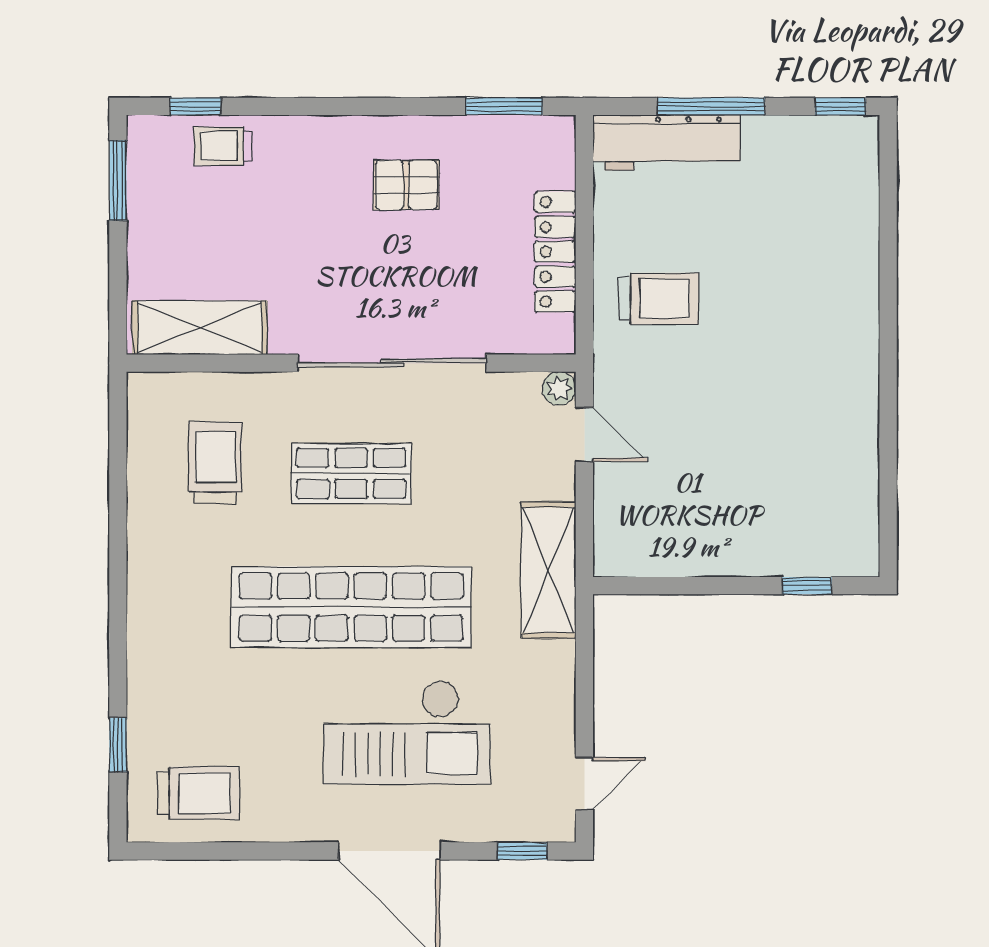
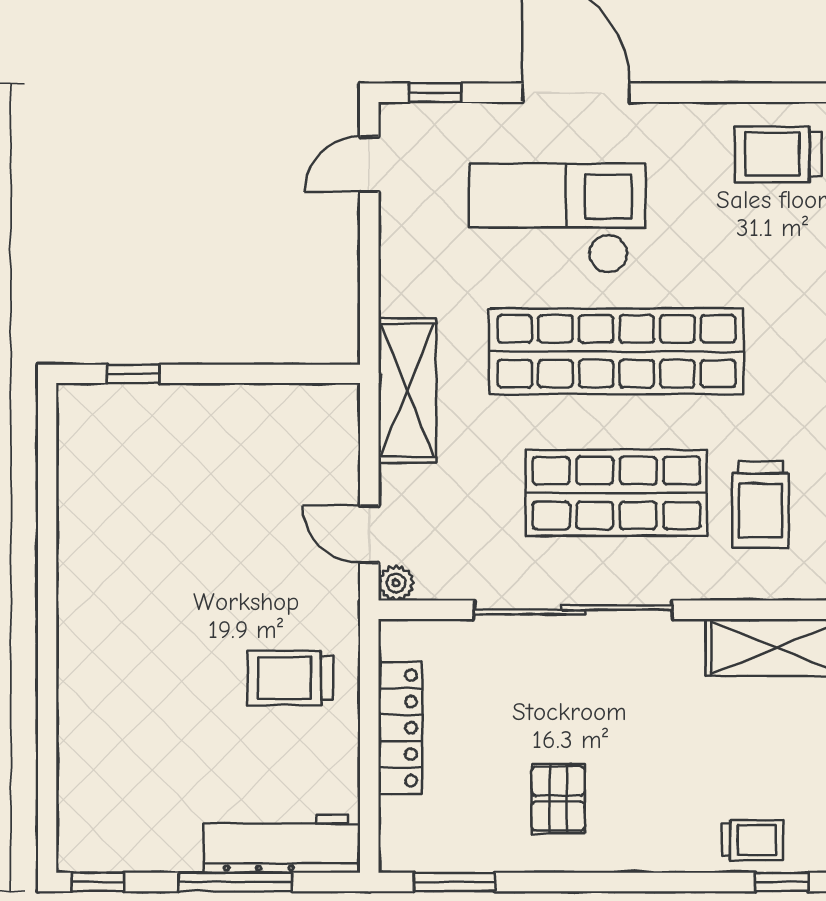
pallet: (406, 185) -> (558, 799), turned 90
shop shelf: (351, 473) -> (616, 493), width x1.43, depth x1.36

